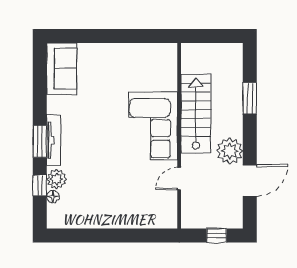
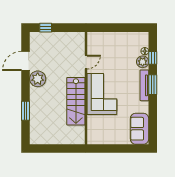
stairs: (196, 114) -> (76, 101), moved
corner sofa: (153, 126) -> (102, 94), moved
wall: (179, 136) -> (86, 88), moved
door: (179, 179) -> (86, 62), moved

